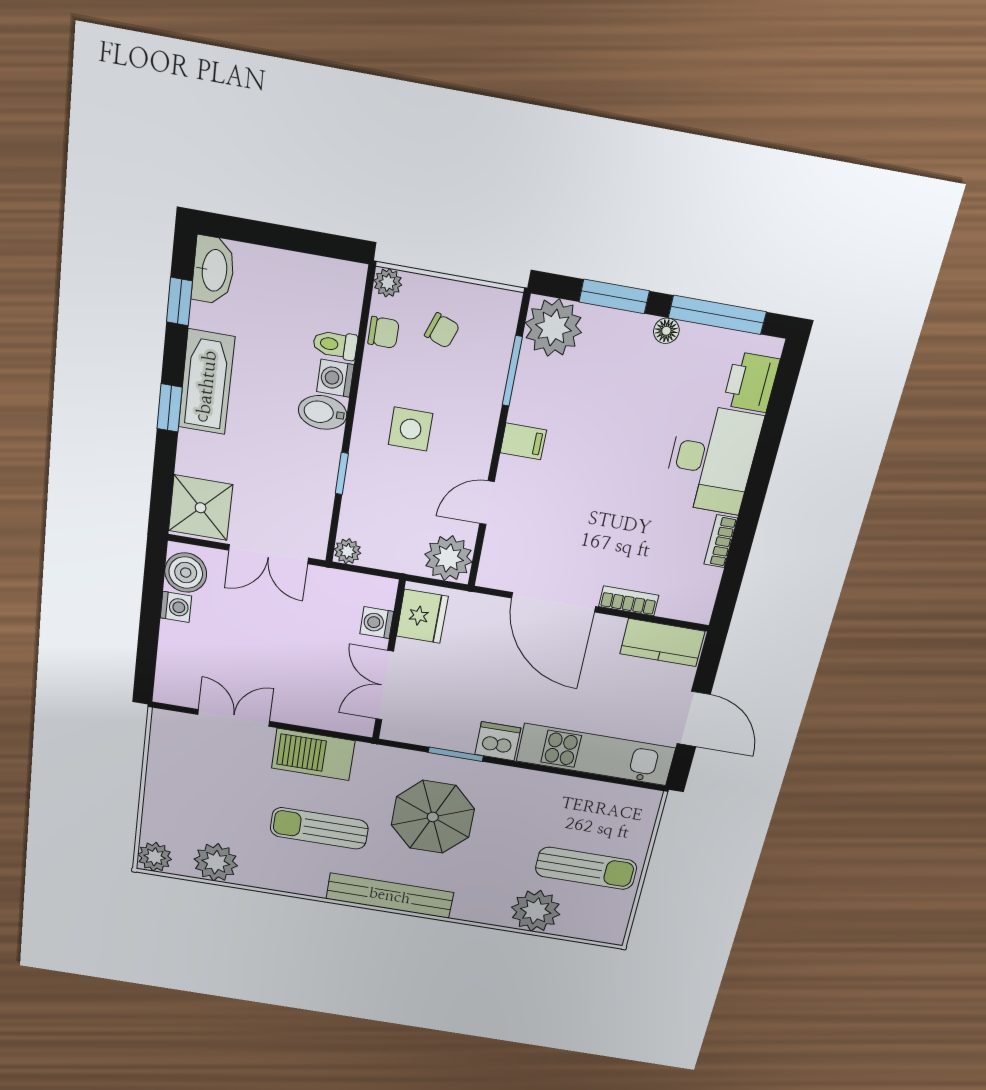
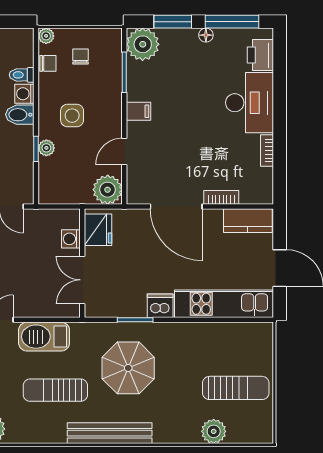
chair: (442, 330) -> (81, 57), turned -110
plant: (348, 551) -> (46, 148), moved
plant: (536, 911) -> (214, 431), width x0.73, depth x0.73

